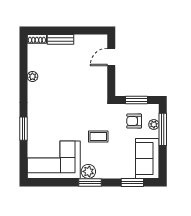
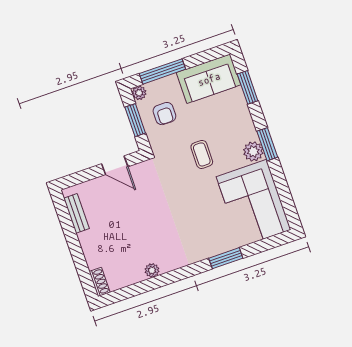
bench: (61, 39) -> (76, 213), moved
door: (111, 57) -> (115, 165), moved
plant: (154, 124) -> (139, 93), moved

